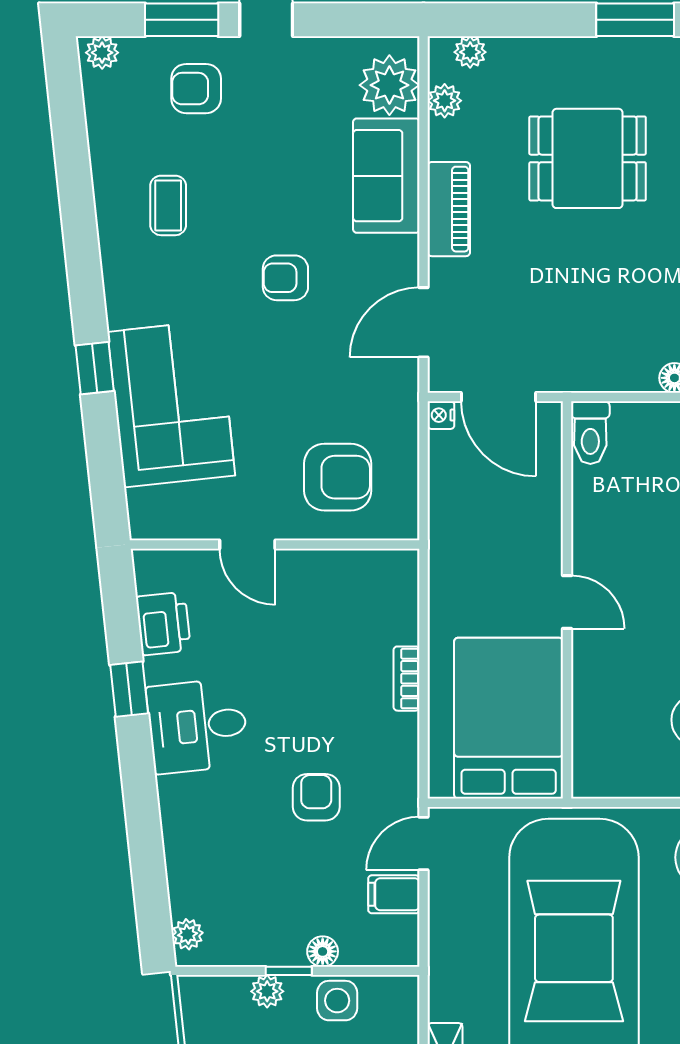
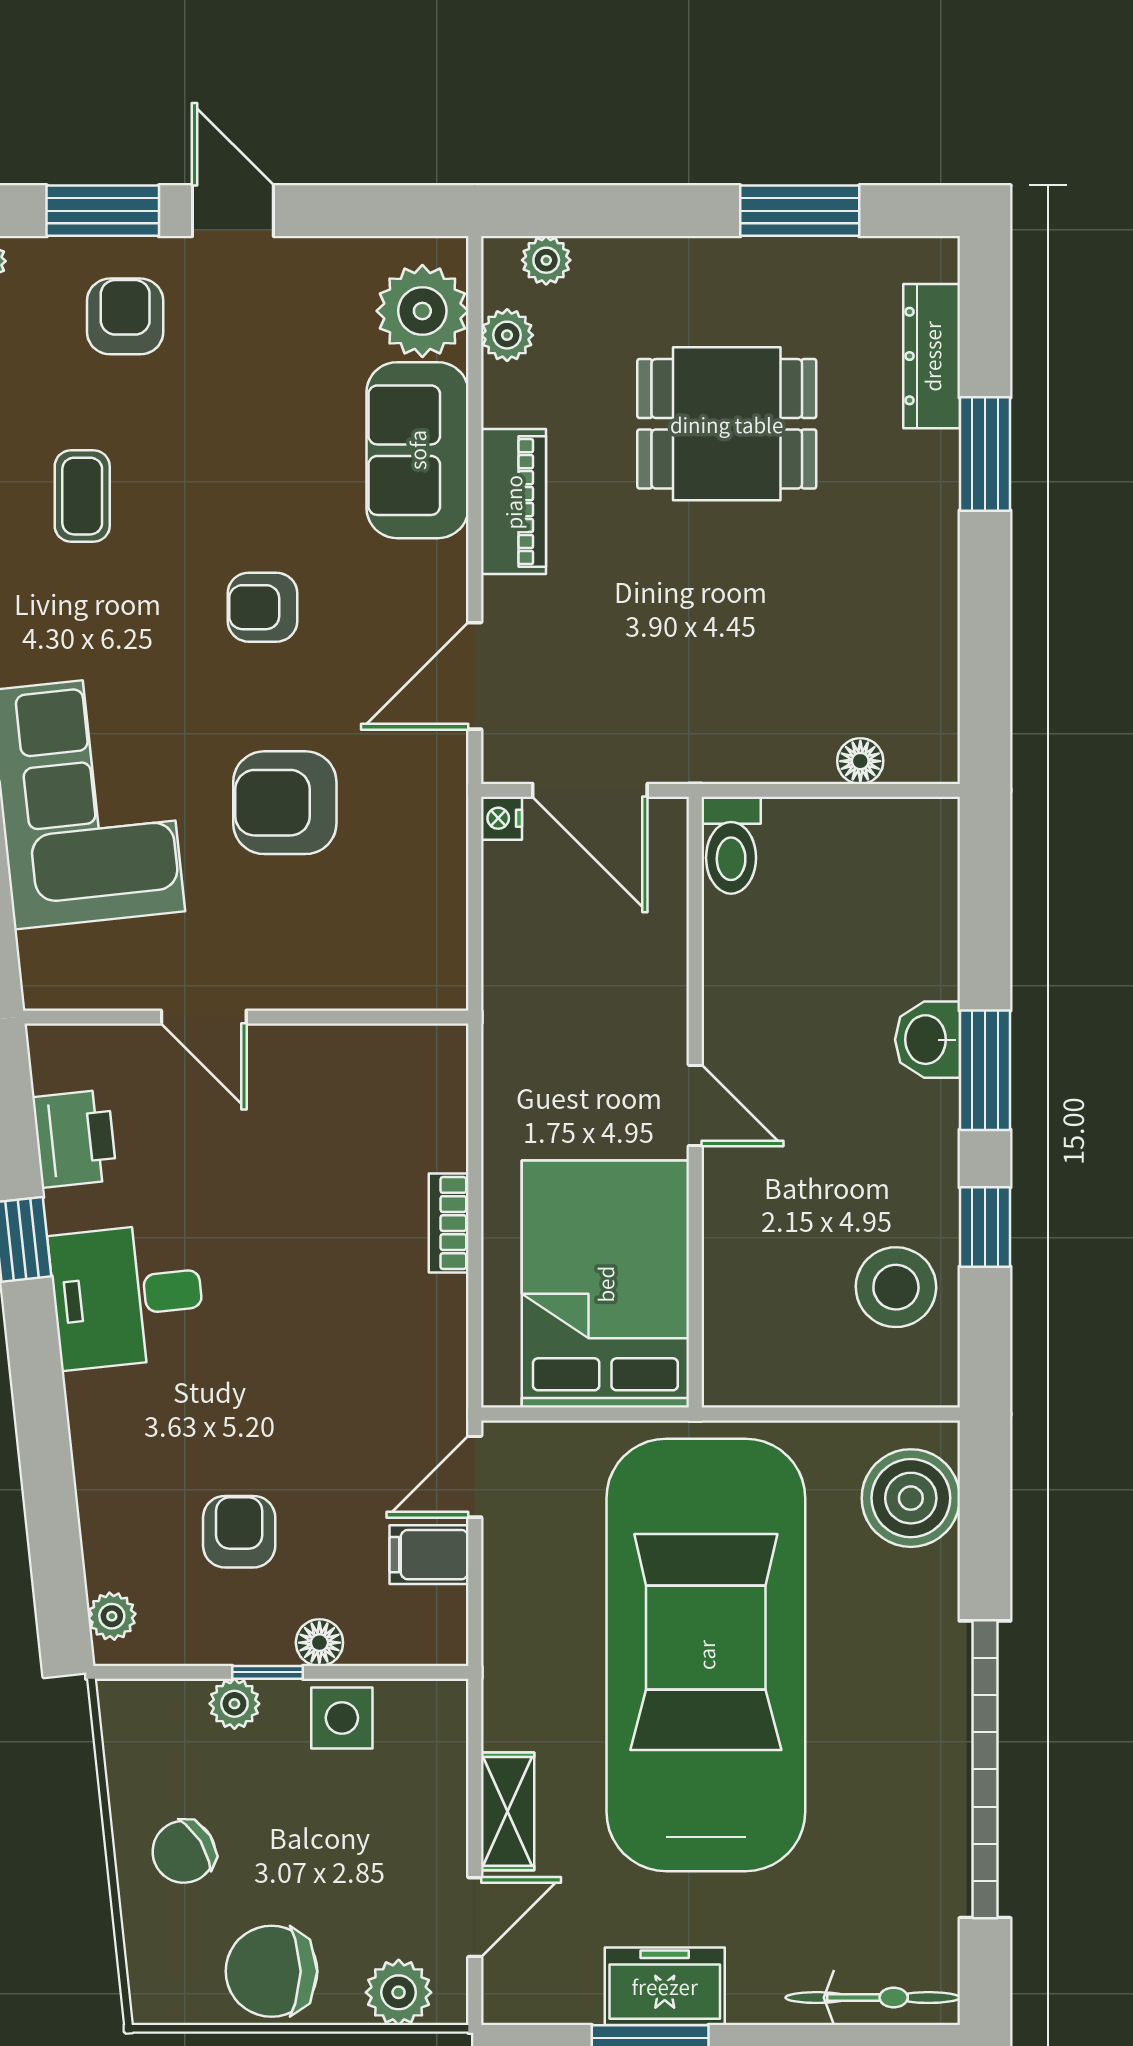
armchair: (196, 89) -> (125, 316), turned 90
armchair: (338, 477) -> (285, 803), moved, turned 180
armchair: (316, 797) -> (239, 1532), moved

